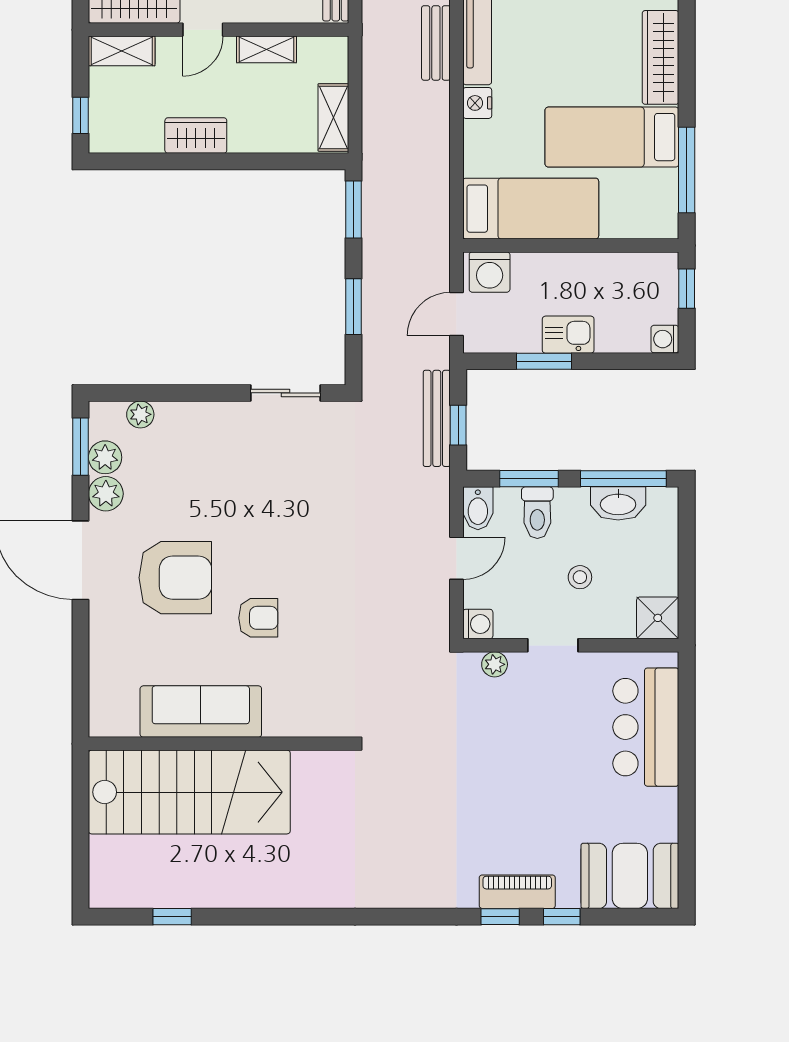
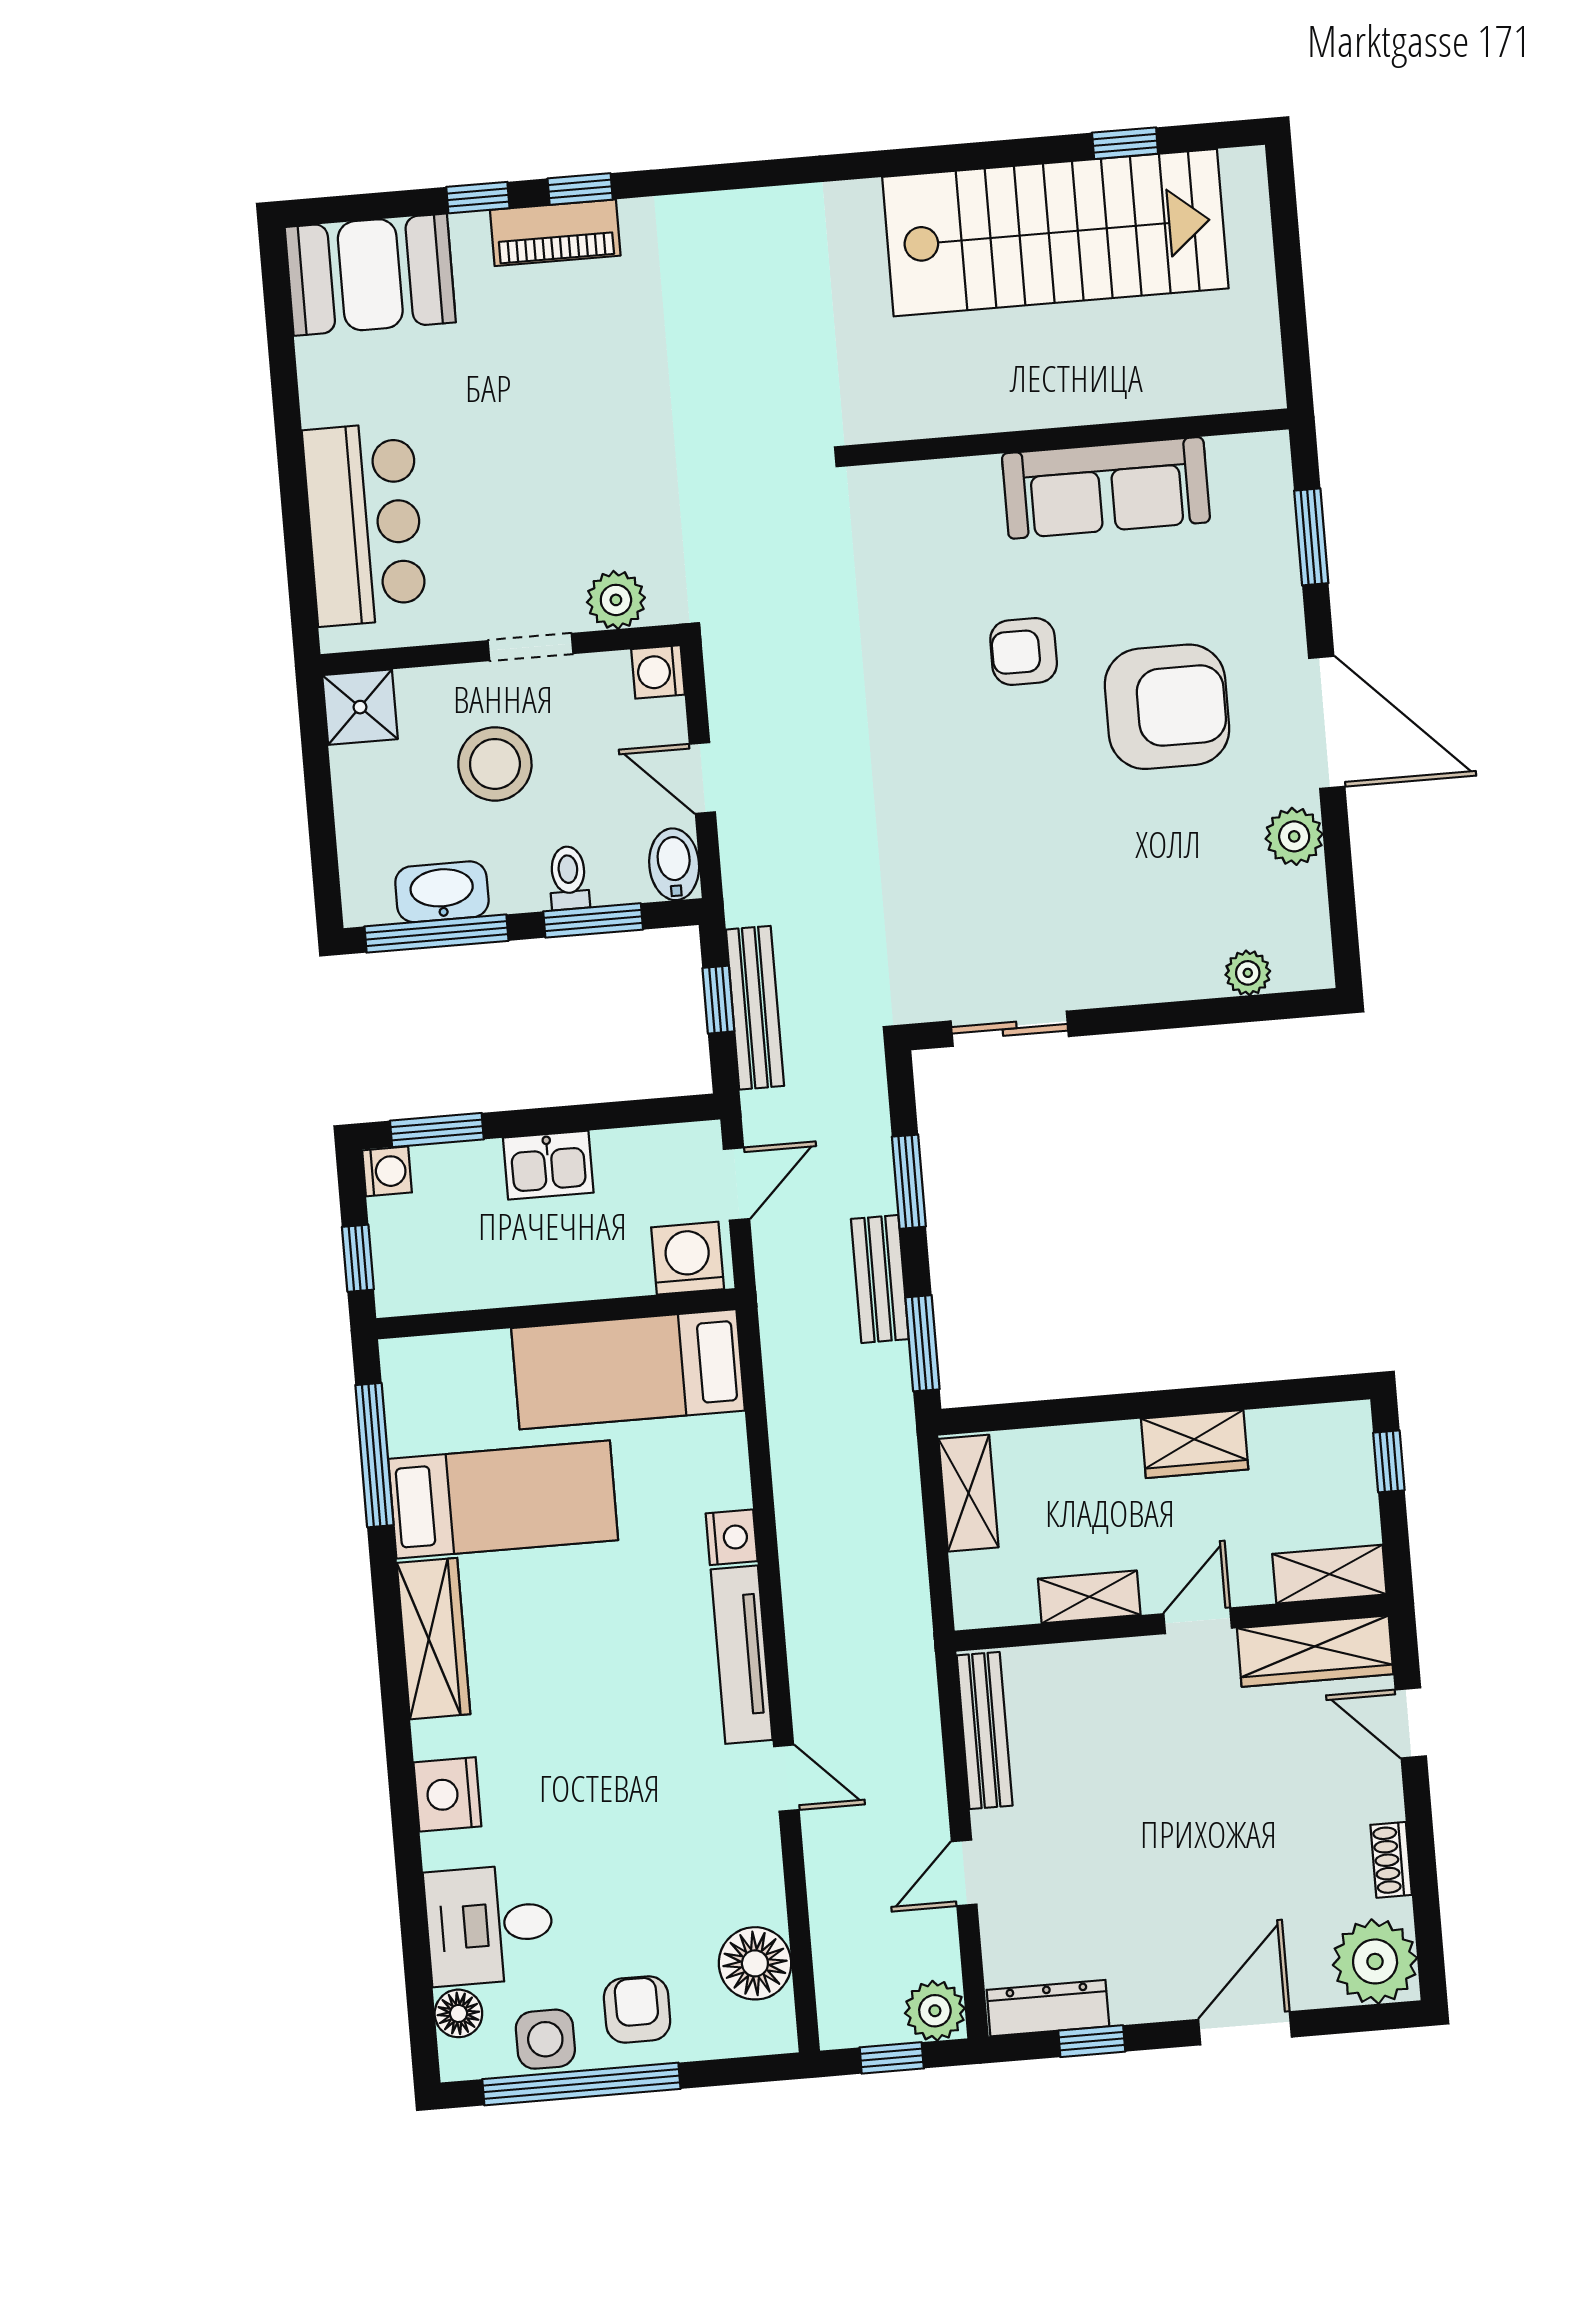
bench: (436, 43) -> (880, 1279), moved
window: (544, 361) -> (437, 1130), moved
window: (81, 447) -> (1311, 537), moved
plant: (105, 457) -> (1300, 897), removed
toilet: (537, 513) -> (569, 878), width x0.73, depth x0.72
door: (457, 558) -> (702, 778), hinge flipped
stool: (580, 577) -> (495, 764), width x1.89, depth x1.89
armchair: (175, 578) -> (1167, 707), turned 180
plant: (495, 664) -> (616, 600), width x1.38, depth x1.38
stairs: (189, 792) -> (1055, 233), moved, turned 180

